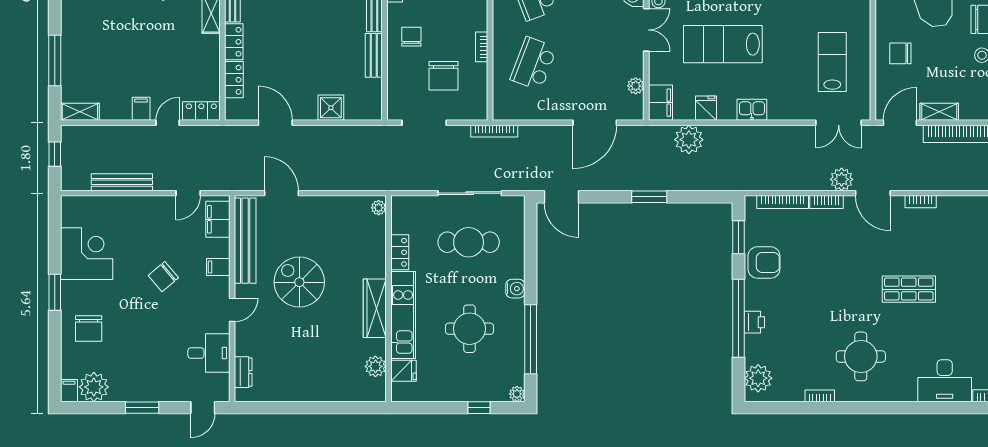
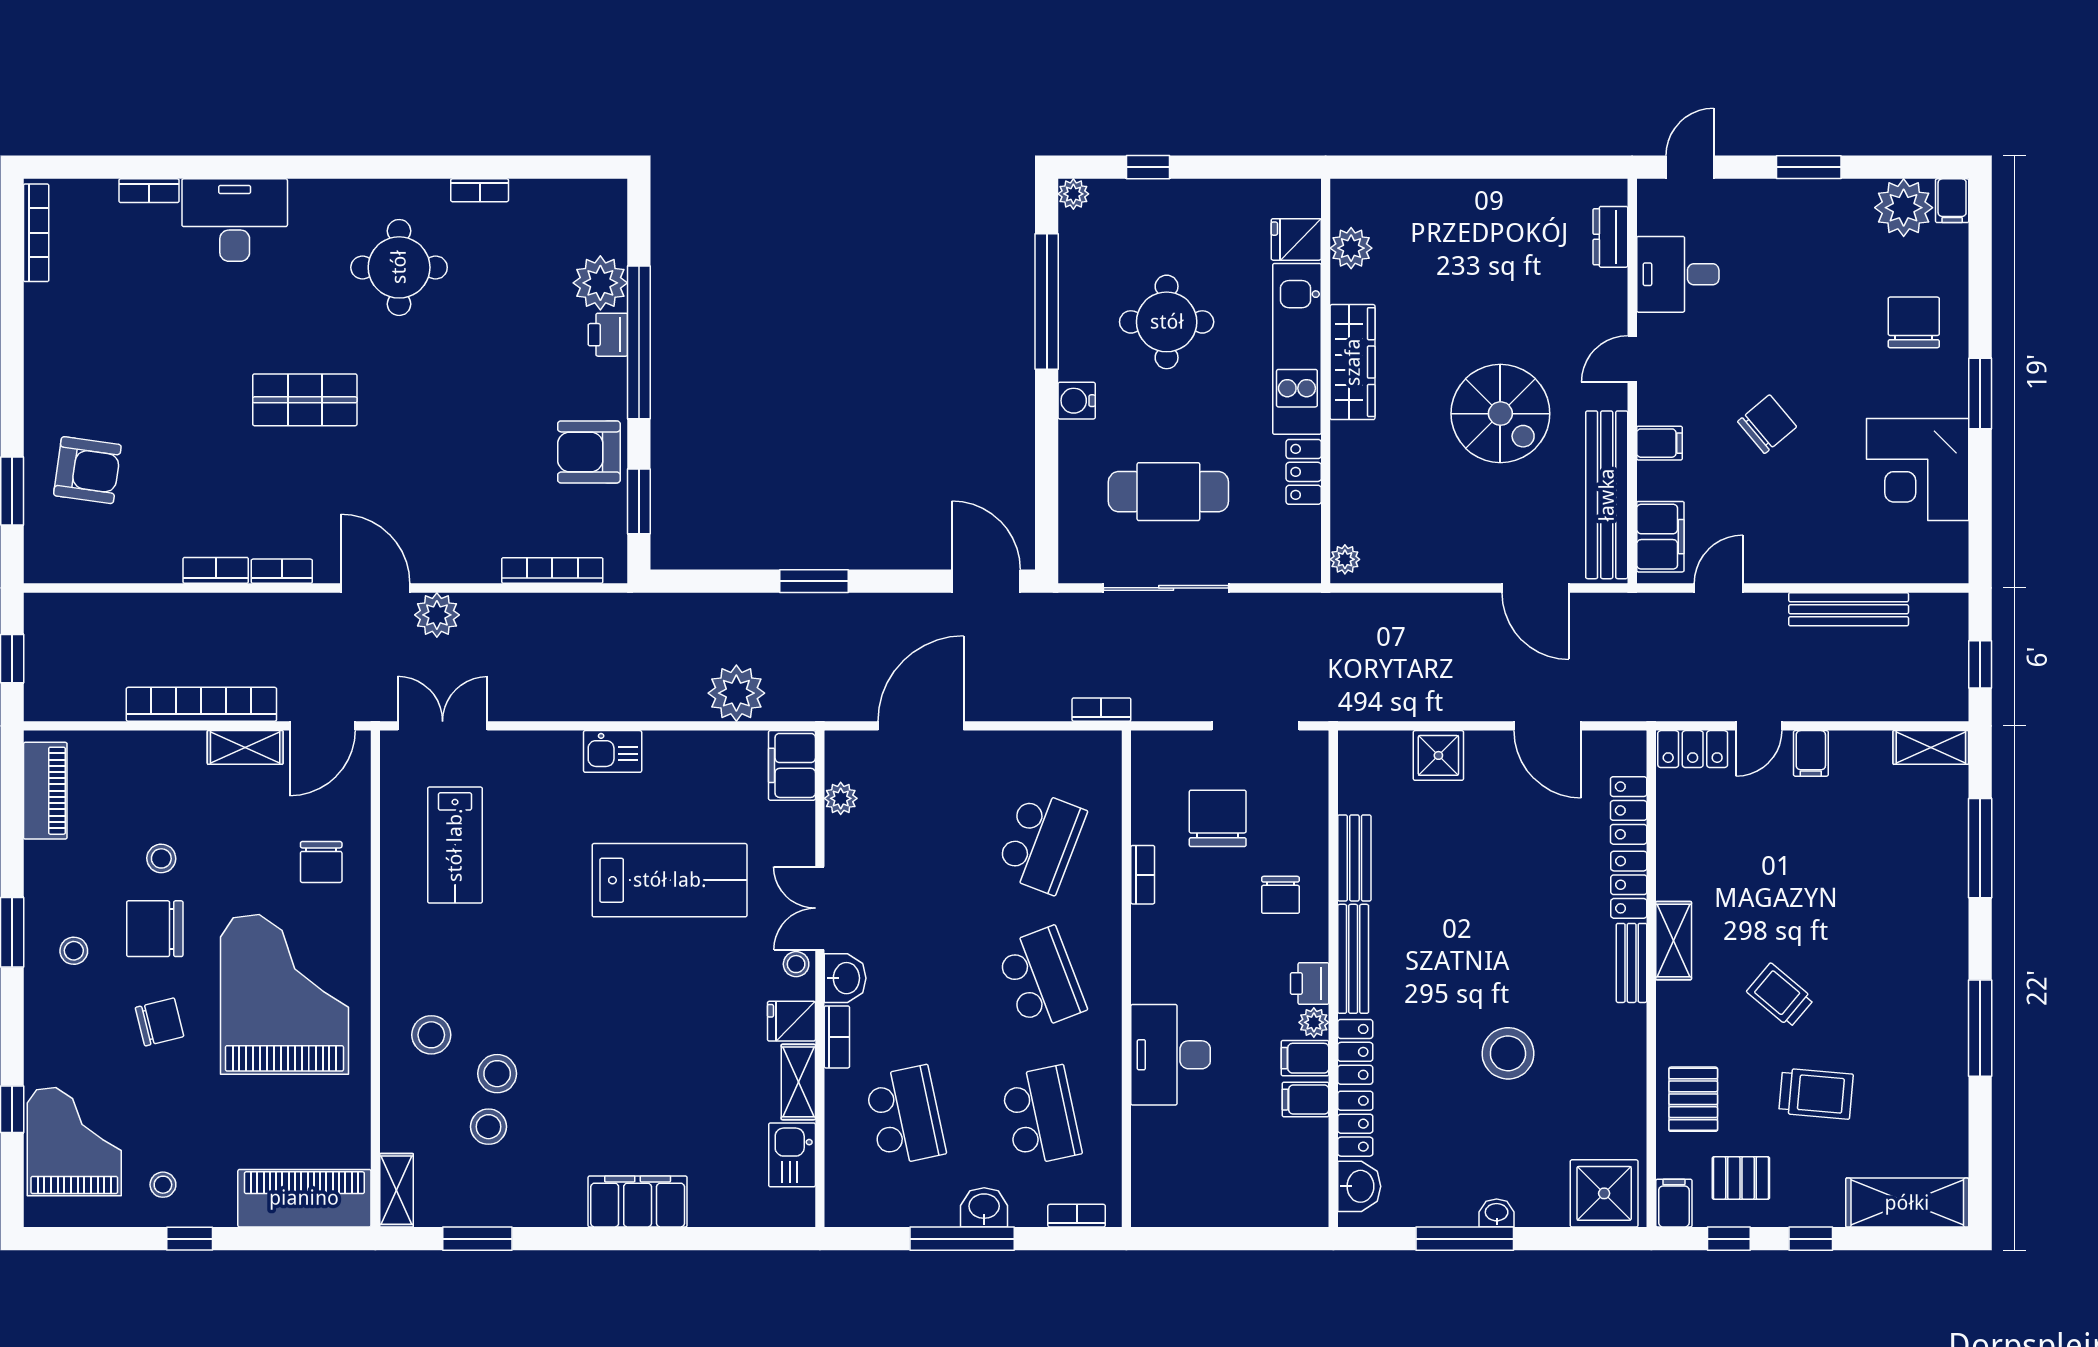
chair: (900, 53) -> (321, 862), turned 90
fridge: (706, 108) -> (703, 755), removed
bookcase: (494, 131) -> (1101, 710), width x0.64
bookcase: (827, 202) -> (216, 570), moved
plant: (758, 378) -> (600, 283), moved

